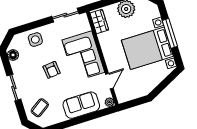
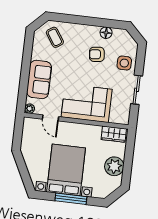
sliding door: (65, 15) -> (137, 90), moved
floor lamp: (13, 55) -> (106, 33), moved
armchair: (52, 70) -> (97, 54), moved
sliding door: (14, 88) -> (86, 21), removed

